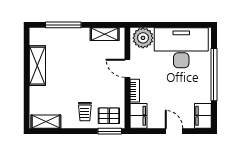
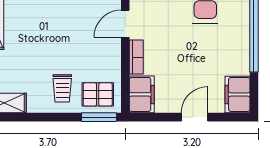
door: (127, 68) -> (125, 24), hinge flipped
door: (174, 131) -> (195, 117), hinge flipped

